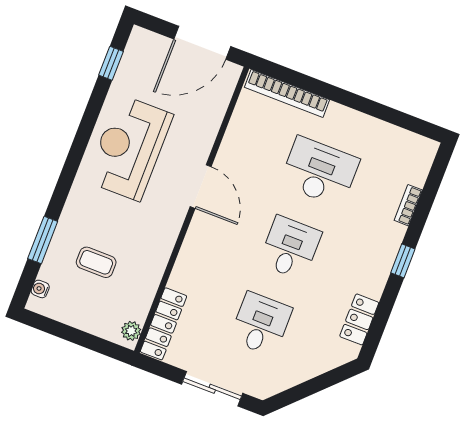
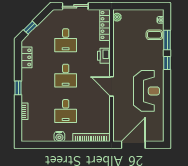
window: (111, 63) -> (167, 63), moved
water cooler: (354, 122) -> (59, 137), added
desk: (320, 172) -> (66, 111), width x0.73
printer: (192, 259) -> (104, 56), added
coffee table: (96, 262) -> (154, 35), moved
window: (326, 380) -> (30, 28), added

